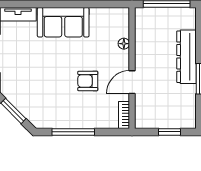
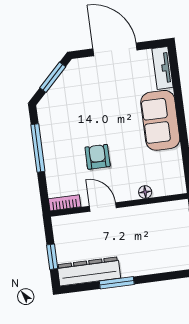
dresser: (186, 57) -> (89, 271), moved

